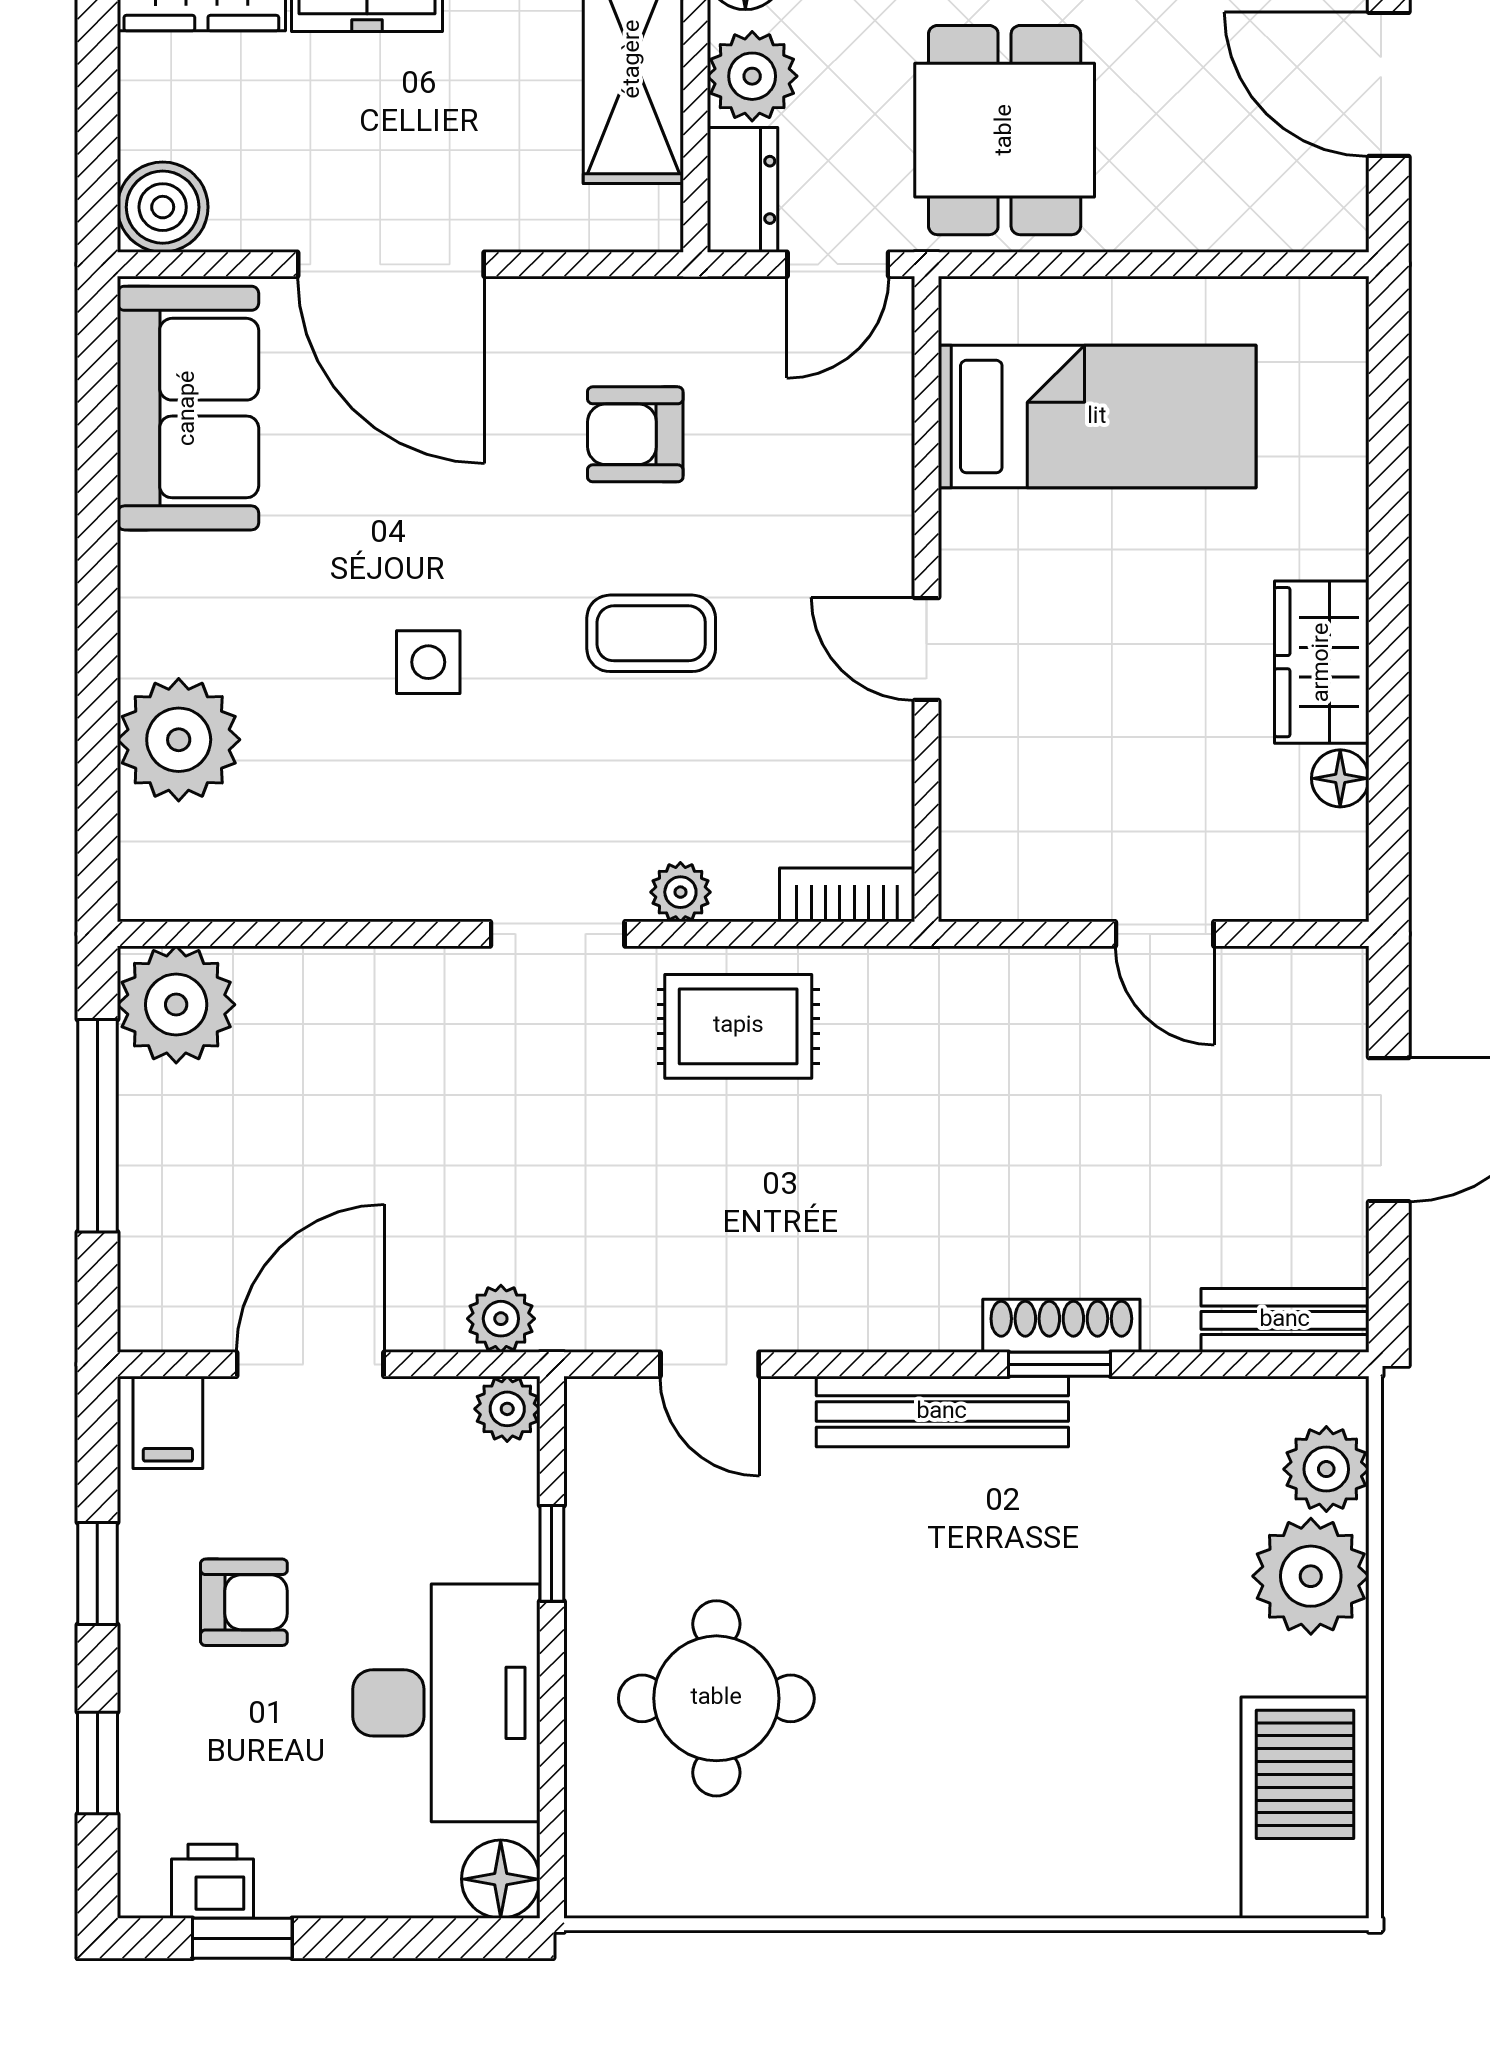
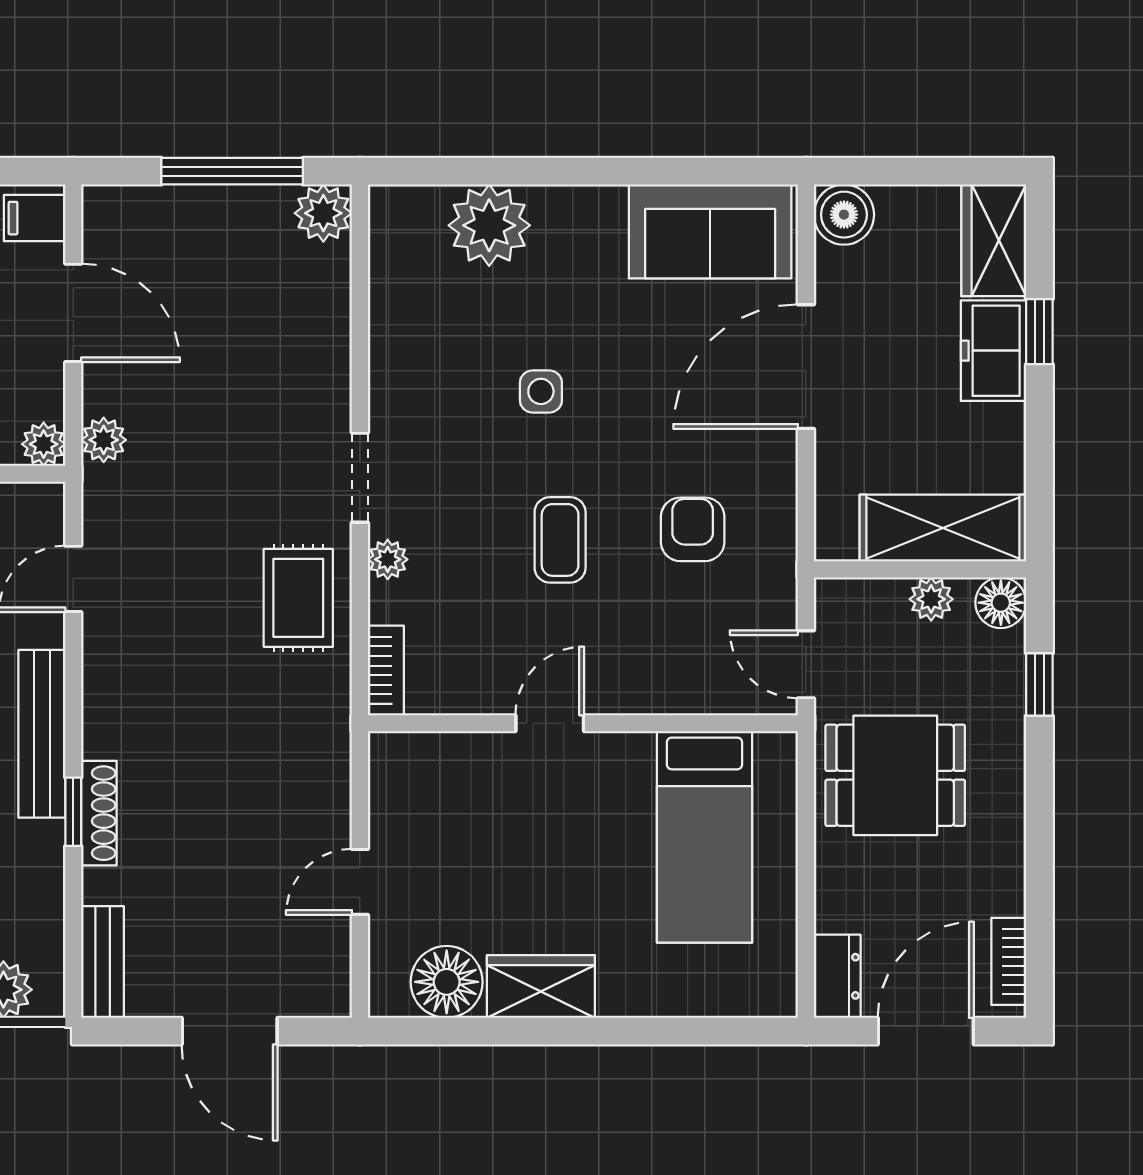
plant: (752, 76) -> (931, 599), width x0.73, depth x0.73
dresser: (742, 190) -> (837, 976), moved, turned -90
floor lamp: (1340, 778) -> (447, 982), width x1.89, depth x1.89
plant: (176, 1005) -> (323, 213), width x0.73, depth x0.73

